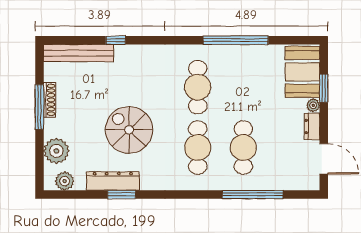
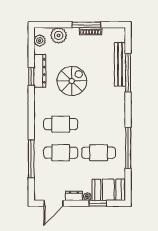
window: (116, 40) -> (128, 73), width x3.17
bench: (79, 53) -> (120, 64), moved
cafe table: (198, 87) -> (99, 153), moved

